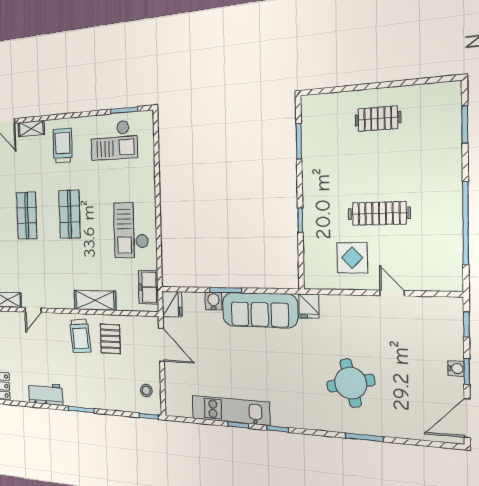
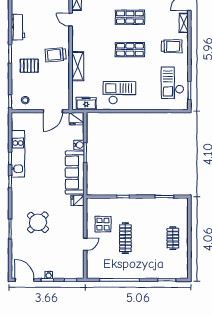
pallet: (110, 339) -> (29, 66), moved
round table: (351, 383) -> (38, 222), turned -33

